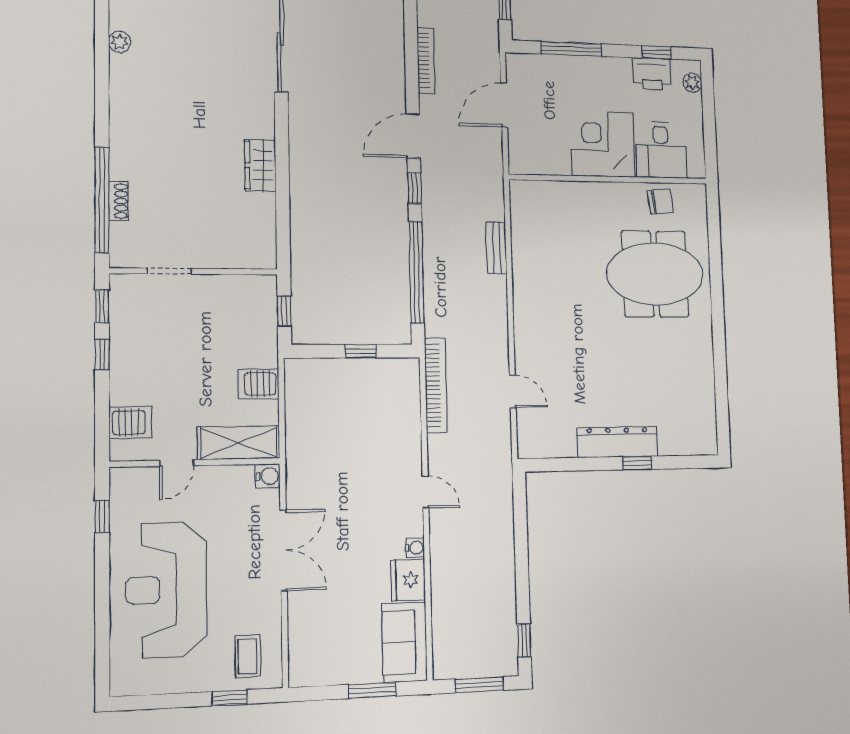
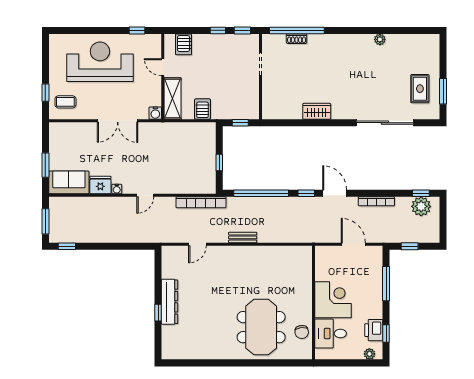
bench: (496, 248) -> (243, 237), moved

